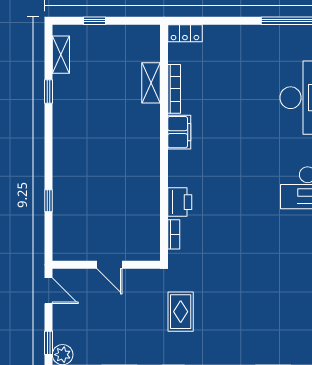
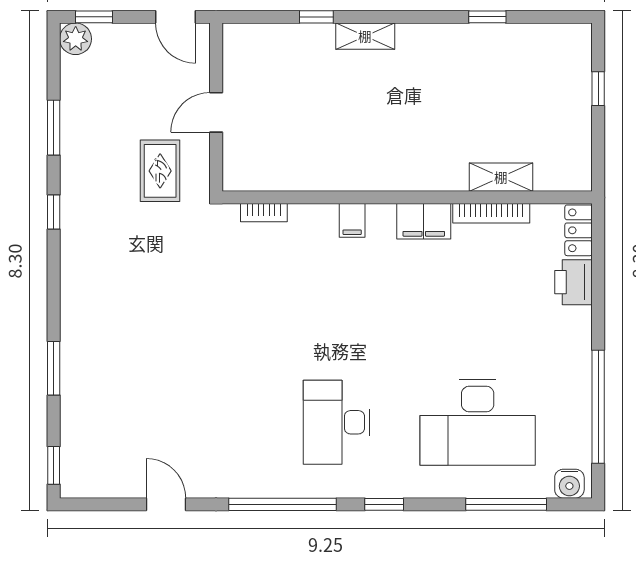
shelving: (61, 55) -> (365, 36), moved
filing cabinet: (179, 178) -> (352, 220), added
printer: (180, 202) -> (573, 282), moved, turned 90
door: (49, 291) -> (176, 17), hinge flipped
rug: (181, 312) -> (160, 171), moved, turned 90

